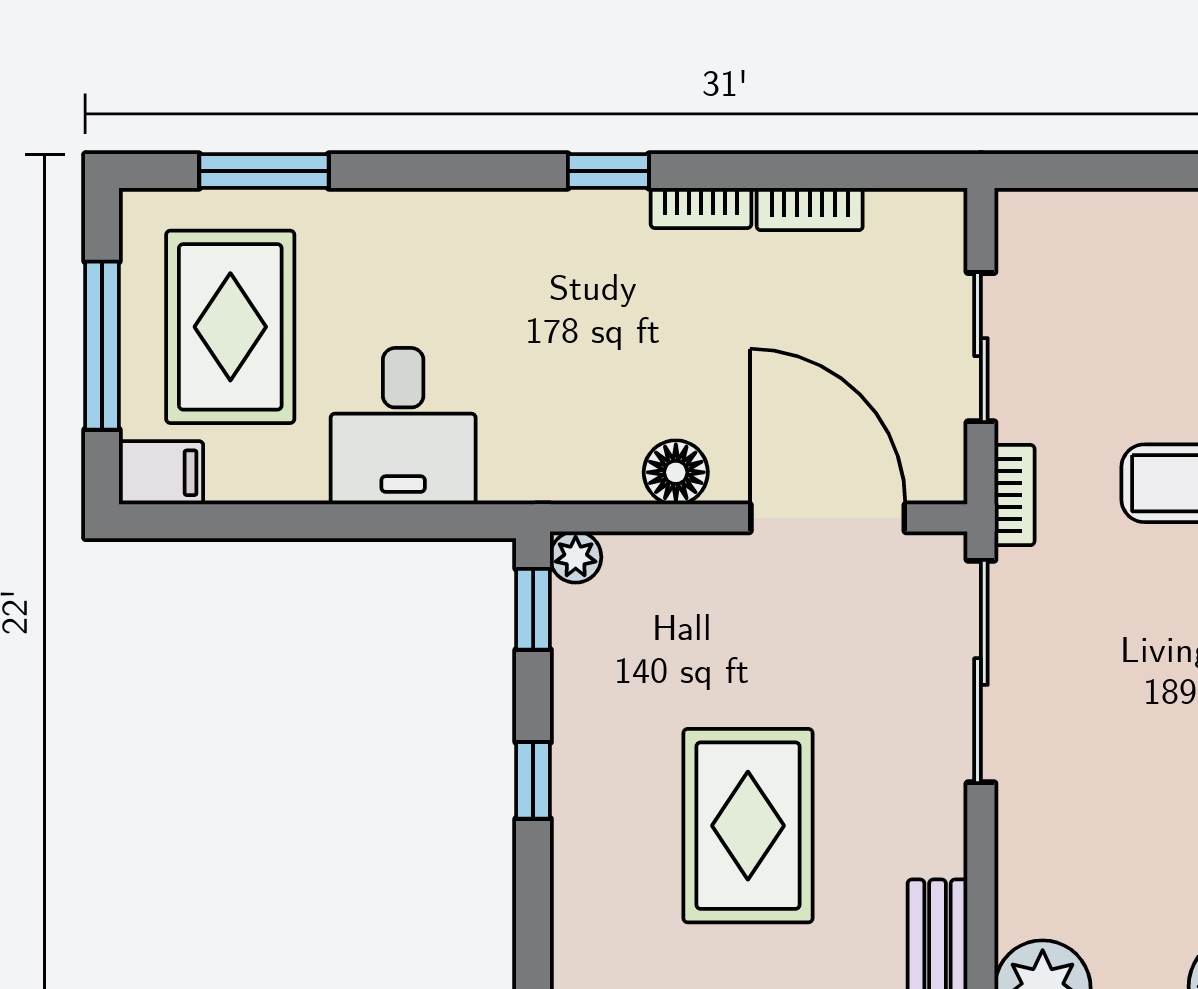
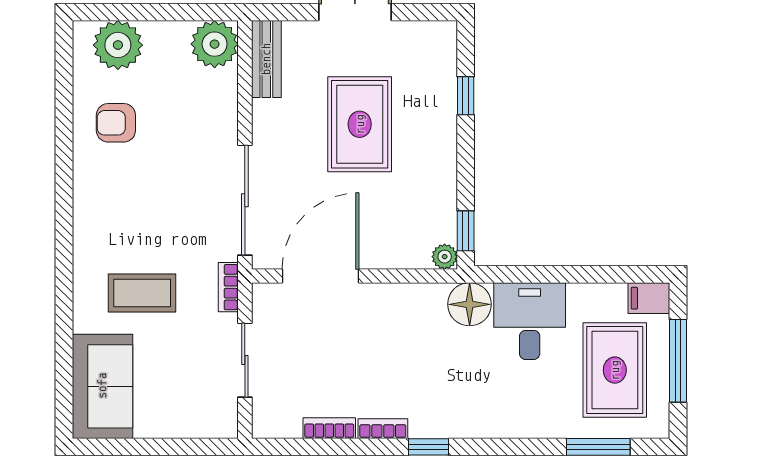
floor lamp: (676, 472) -> (470, 304), moved, width x1.38, depth x1.38
door: (828, 518) -> (320, 276), swing flipped
window: (533, 780) -> (466, 96), moved

